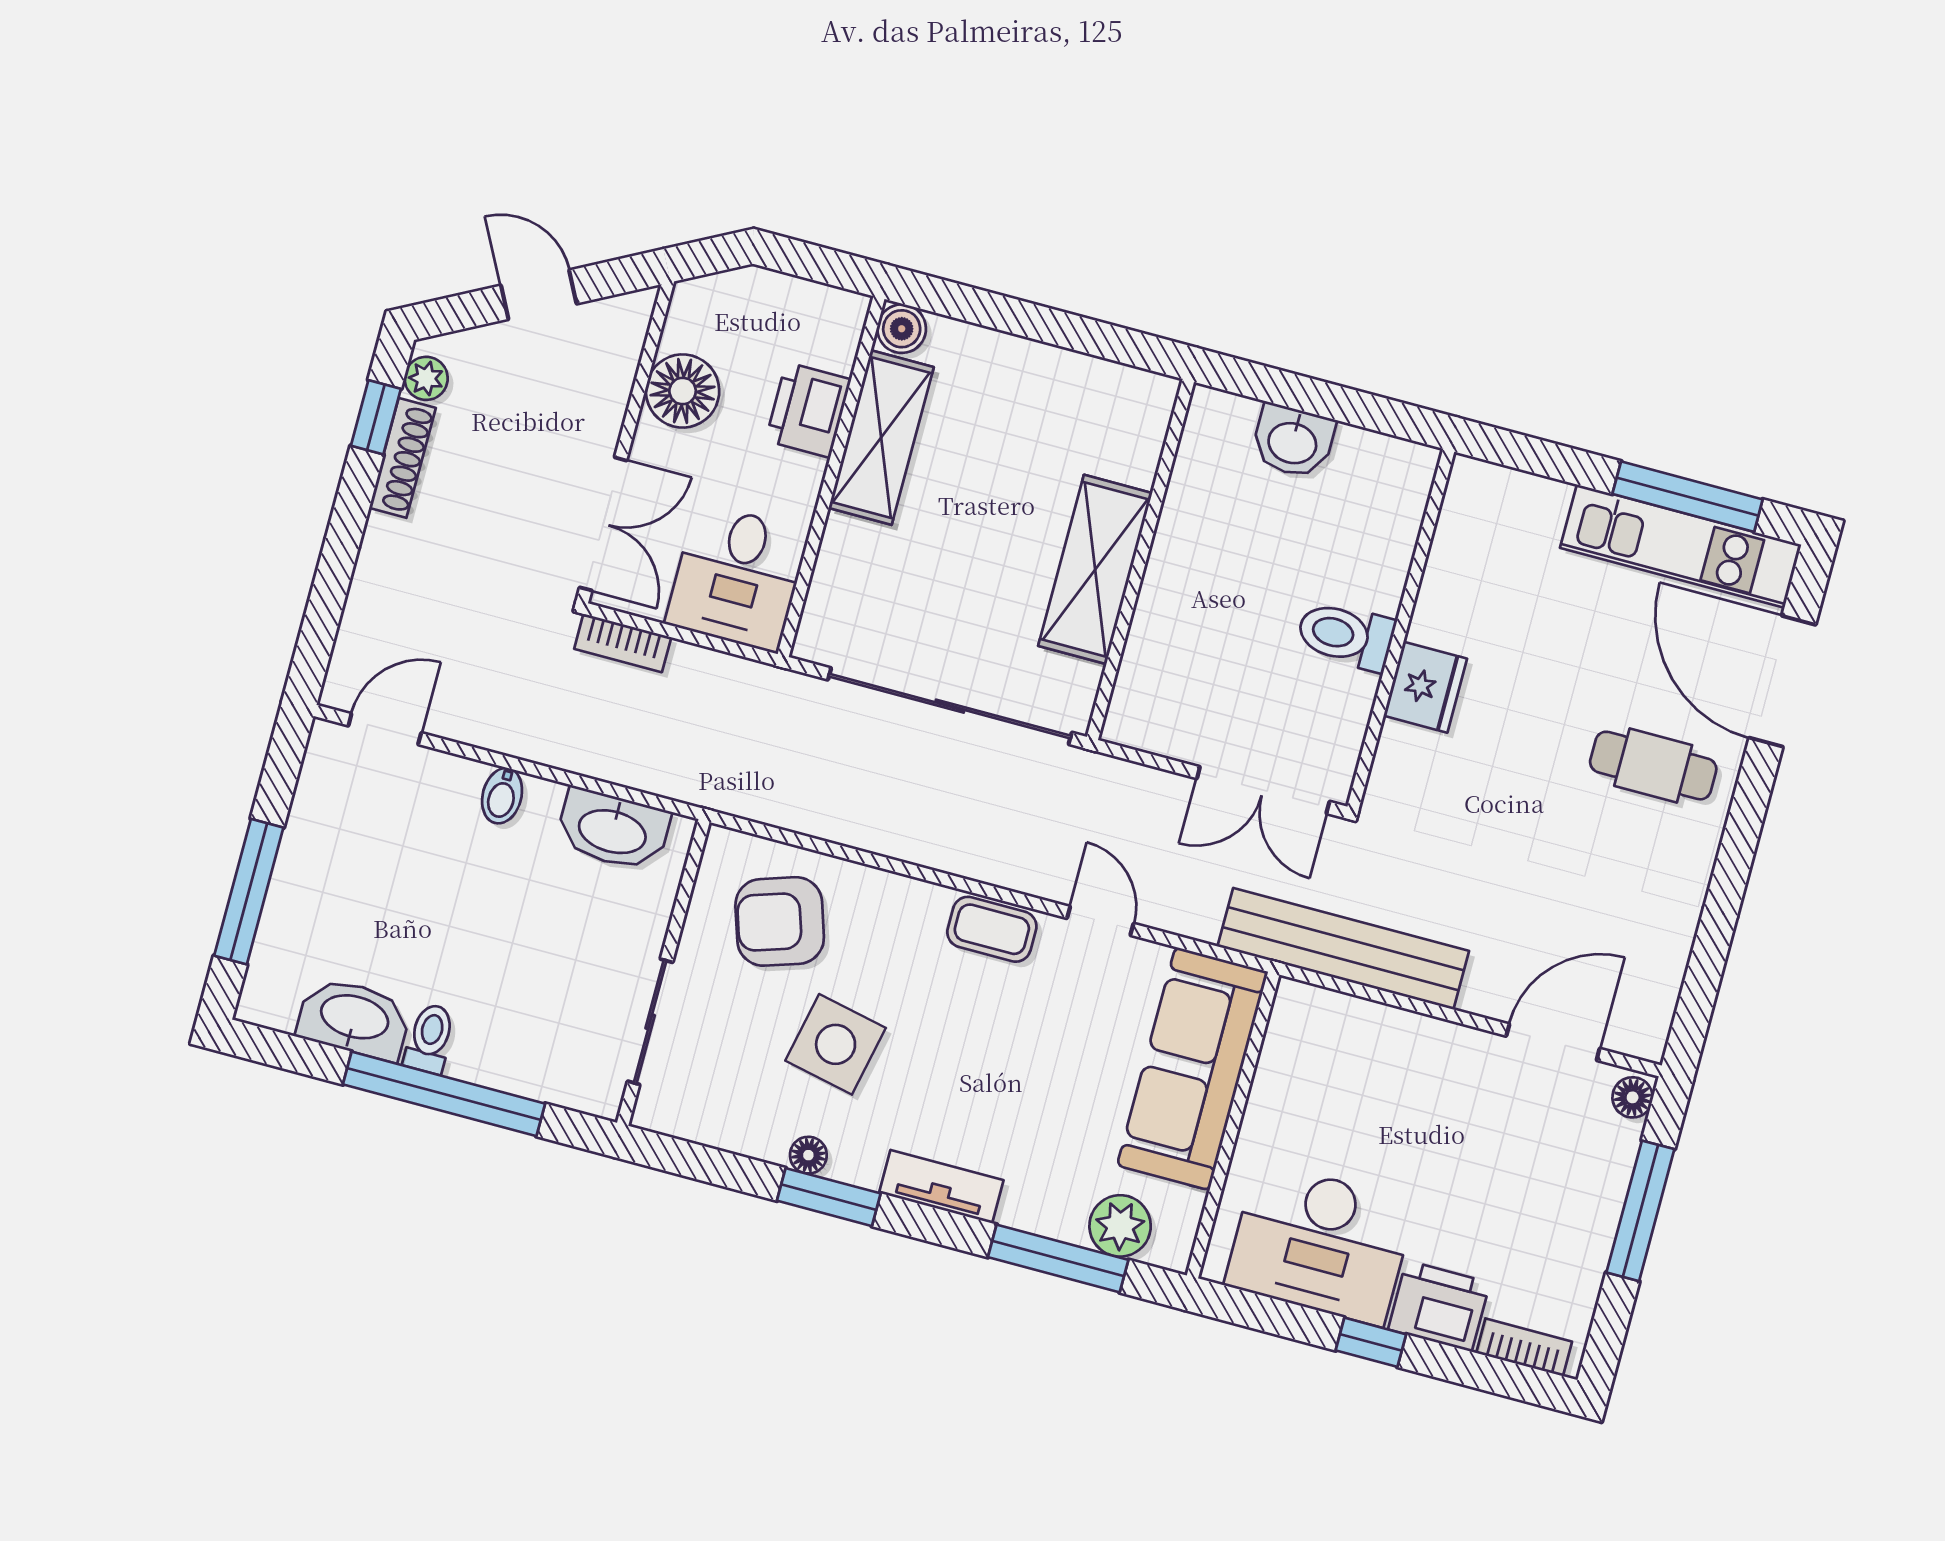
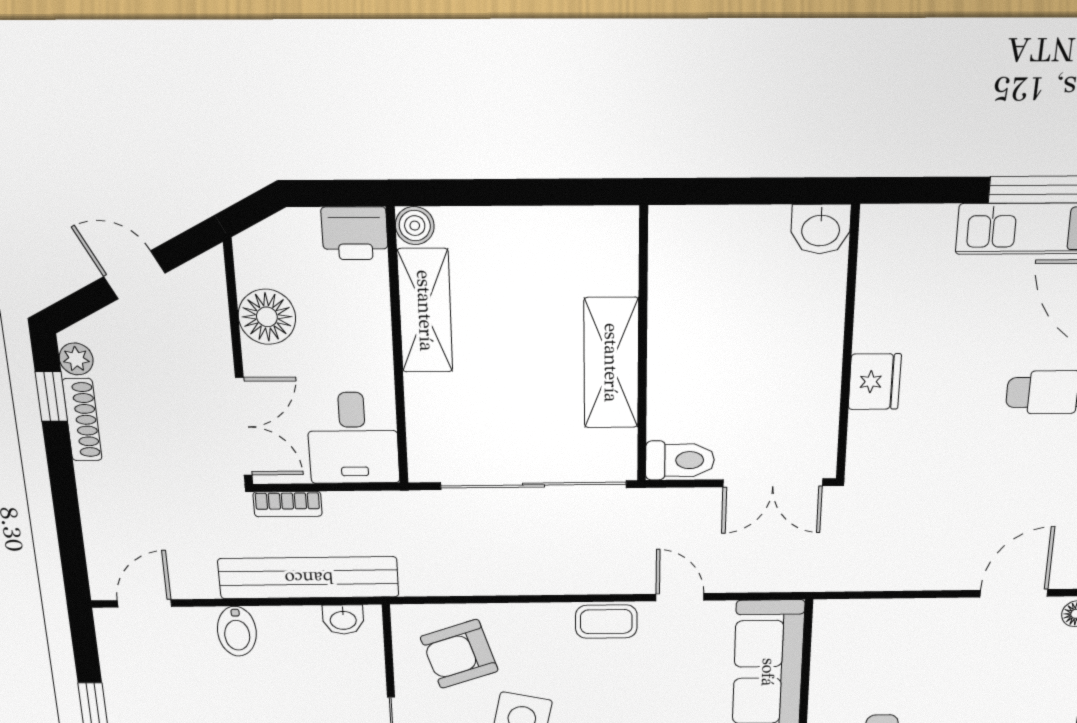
printer: (808, 410) -> (355, 233), moved, turned -90
washbasin: (1293, 441) -> (821, 229), moved
toilet: (1346, 635) -> (680, 460), moved, turned 180
bidet: (502, 796) -> (237, 631), width x1.38, depth x1.36
washbasin: (613, 830) -> (343, 620), width x0.52, depth x0.69
bench: (1343, 949) -> (309, 578), moved

